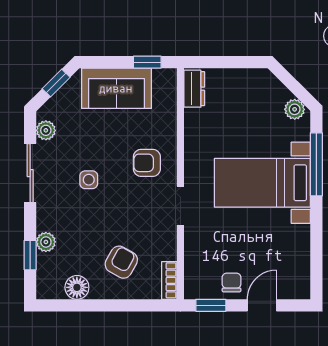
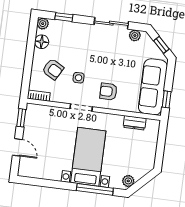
sofa: (116, 88) -> (153, 87), width x1.36
dresser: (194, 89) -> (135, 123), moved
armchair: (147, 163) -> (108, 92), turned -90
side table: (89, 180) -> (79, 78), moved
plant: (46, 242) -> (43, 24), moved
chair: (232, 282) -> (33, 131), removed

